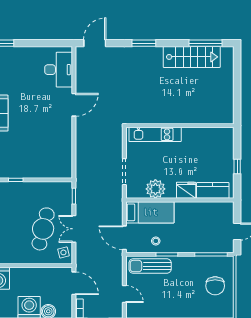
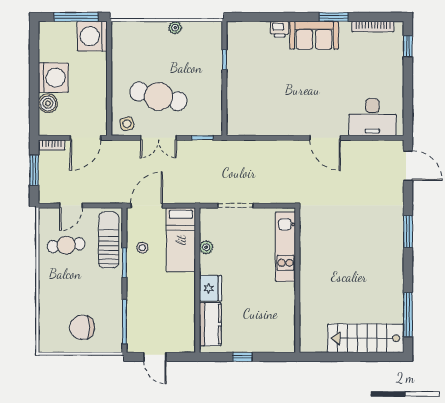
stairs: (192, 57) -> (366, 338), moved, turned 90
plant: (155, 189) -> (206, 247), width x0.53, depth x0.53
double door: (74, 229) -> (159, 138), swing flipped
cafe table: (154, 298) -> (66, 245), added

